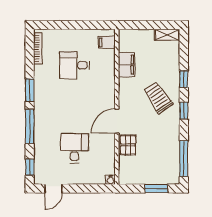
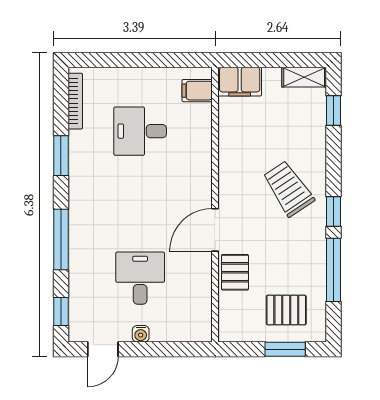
filing cabinet: (127, 65) -> (240, 82), moved, turned 90
window: (184, 79) -> (334, 111), moved
window: (30, 90) -> (61, 156), moved
window: (184, 159) -> (334, 270), moved
pallet: (157, 166) -> (286, 310), added
water cooler: (110, 180) -> (141, 334), moved

